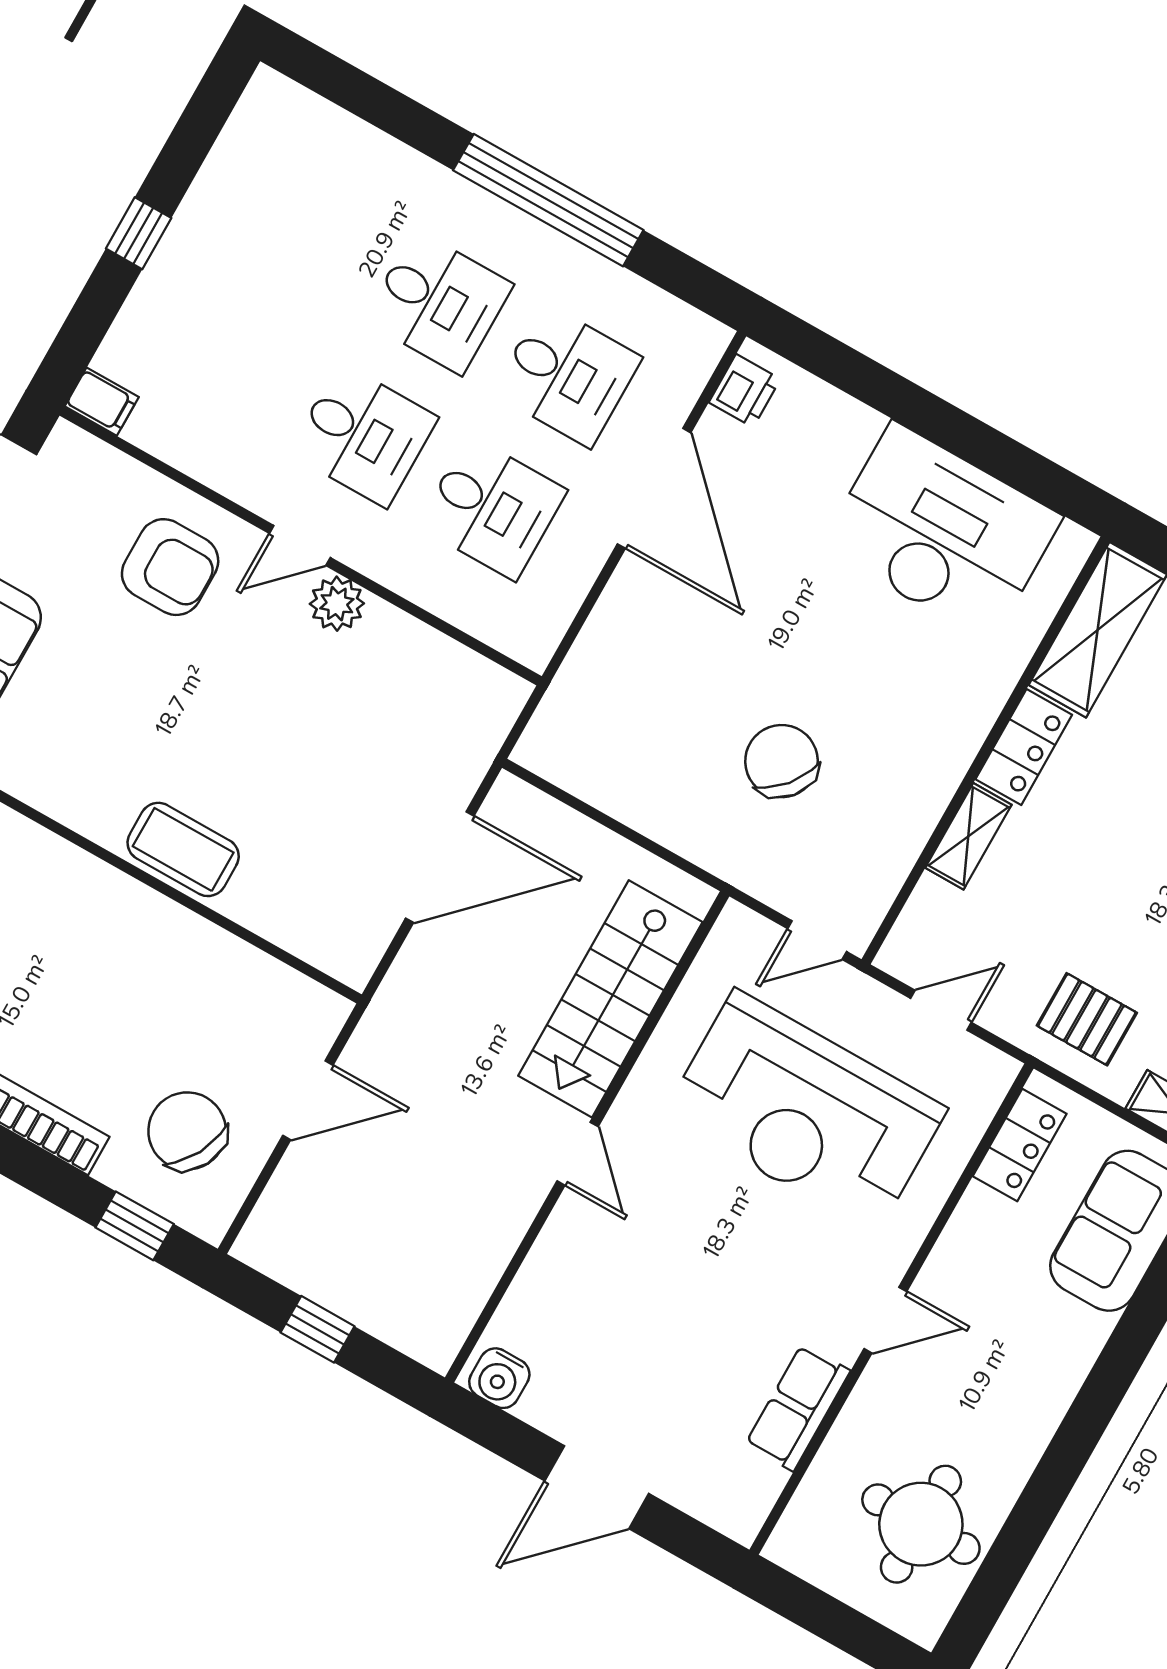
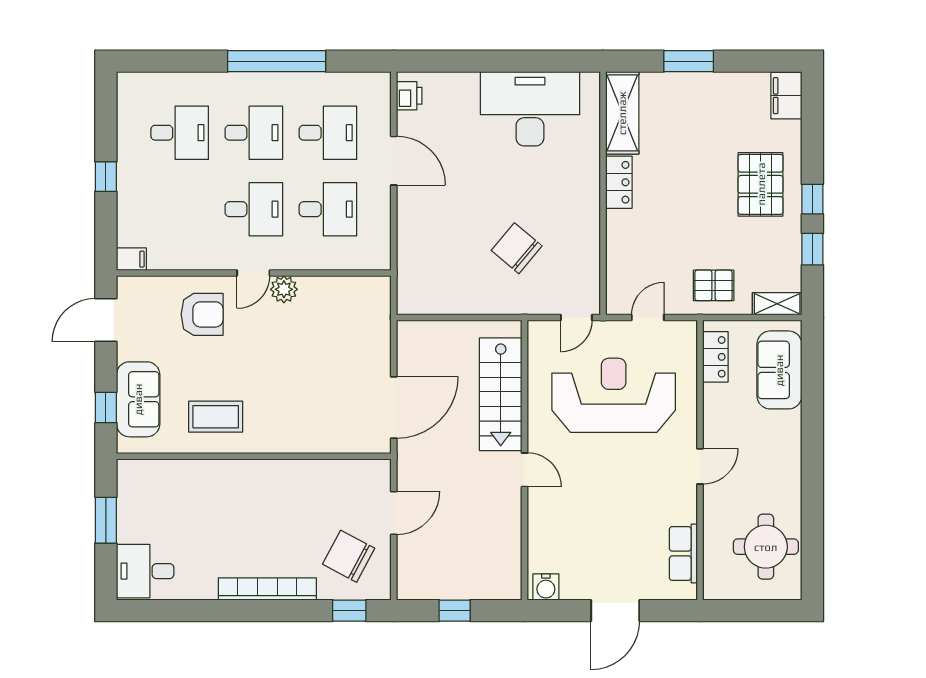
desk: (310, 229) -> (180, 133), added
door: (654, 488) -> (394, 161), width x0.73
shelving: (968, 836) -> (617, 235), removed
coffee table: (183, 849) -> (216, 417), moved
door: (440, 867) -> (394, 407), moved
reception desk: (805, 1112) -> (614, 395), turned 180
row of seats: (798, 1408) -> (683, 553), moved

